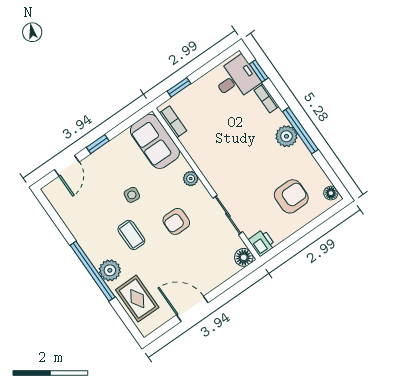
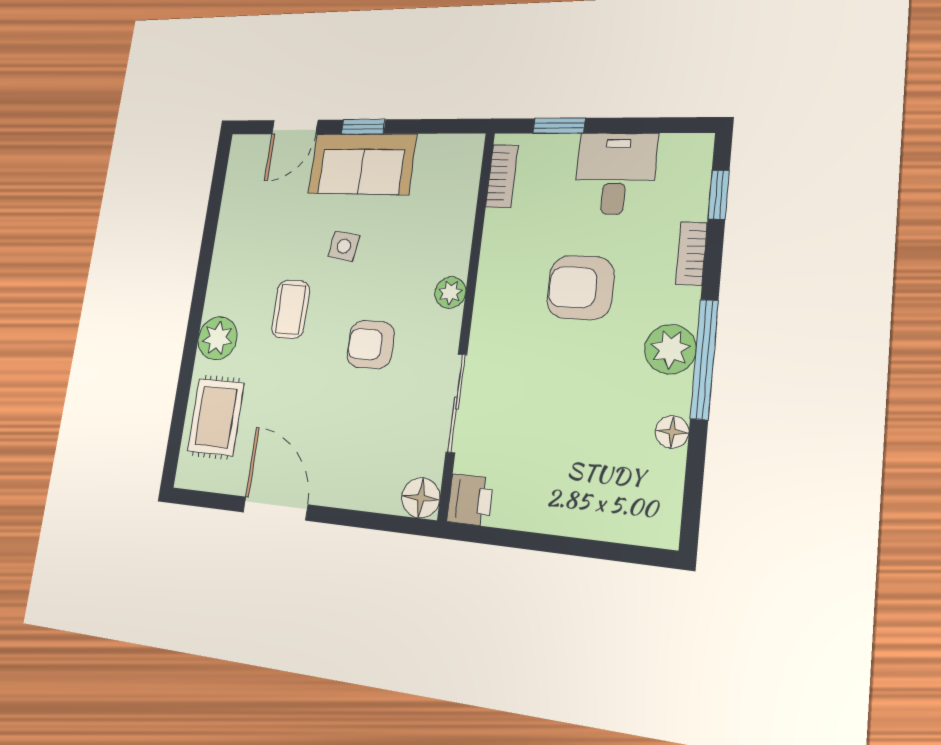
desk: (236, 79) -> (615, 173), moved, turned -90
sofa: (155, 141) -> (362, 164), moved, turned -90
floor lamp: (331, 193) -> (672, 432), moved
armchair: (291, 196) -> (580, 288), moved, turned 180
window: (93, 271) -> (195, 318), removed

